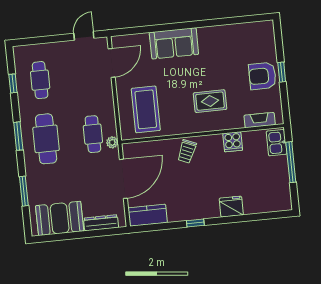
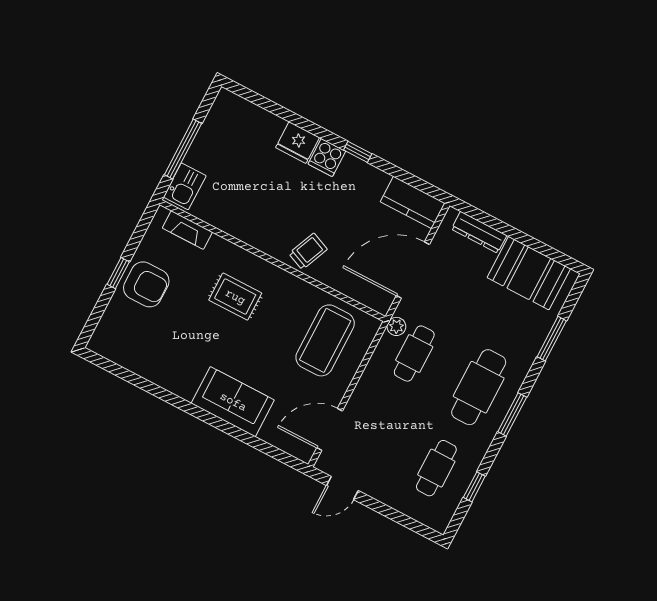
cooker: (233, 142) -> (327, 158), moved, turned 180

